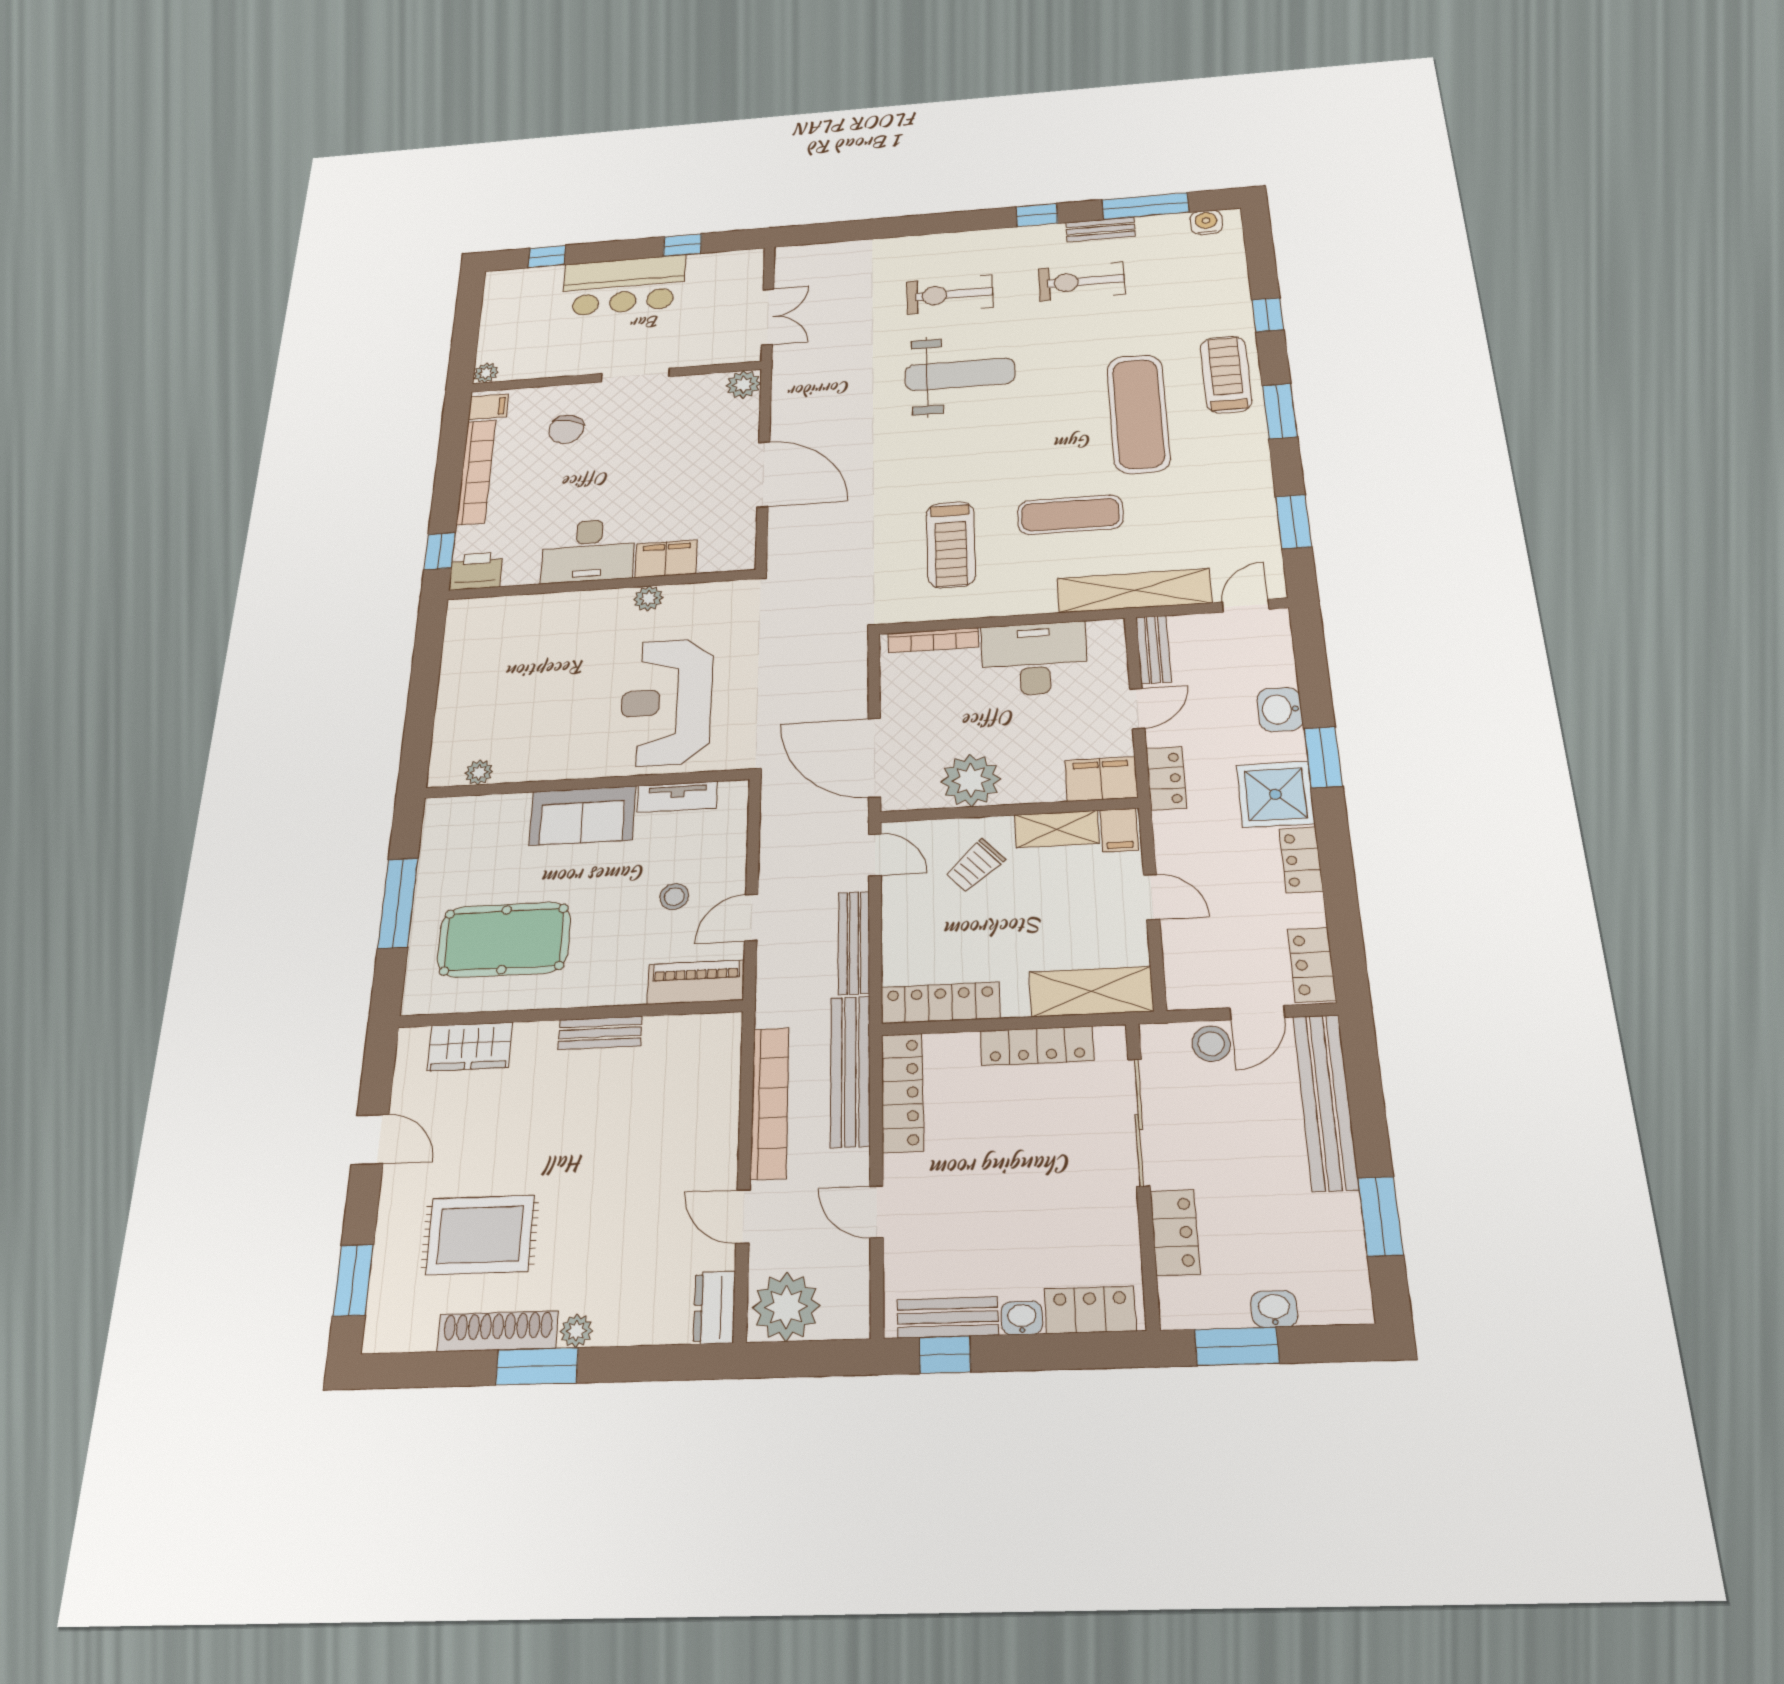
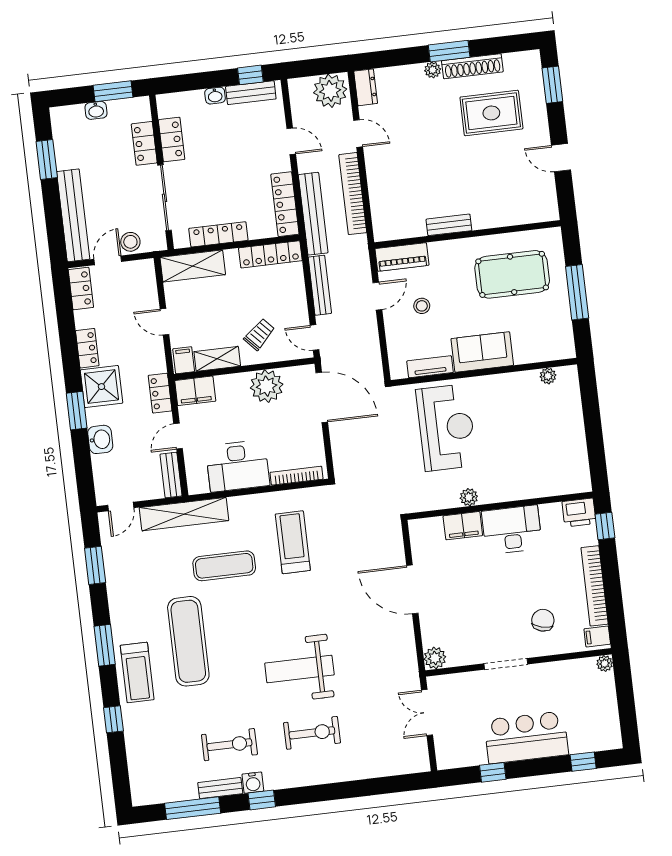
water cooler: (1206, 222) -> (253, 783), moved
wardrobe: (470, 1047) -> (518, 212), removed
locker: (1090, 1310) -> (172, 140), moved, turned -90

